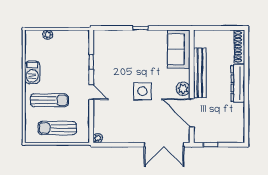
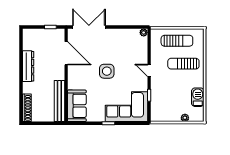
corner sofa: (119, 48) -> (126, 107), added
barbecue: (32, 72) -> (198, 97), moved
bench: (200, 73) -> (59, 101), moved
dresser: (238, 83) -> (28, 66), moved
plant: (183, 89) -> (73, 73), removed

